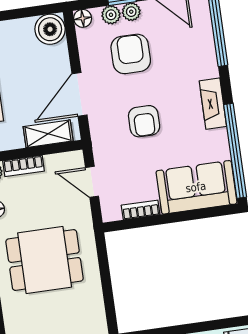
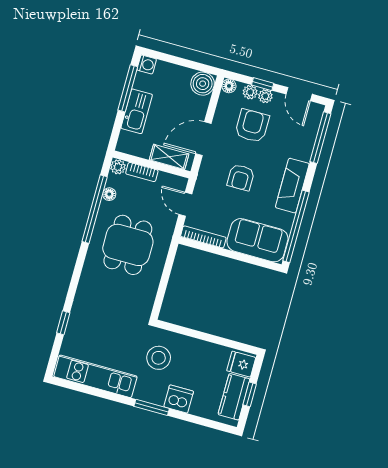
fireplace: (213, 104) -> (292, 186), width x1.37, depth x1.32
bookcase: (141, 210) -> (203, 237), width x1.56
dining table: (45, 260) -> (128, 245), turned 90

